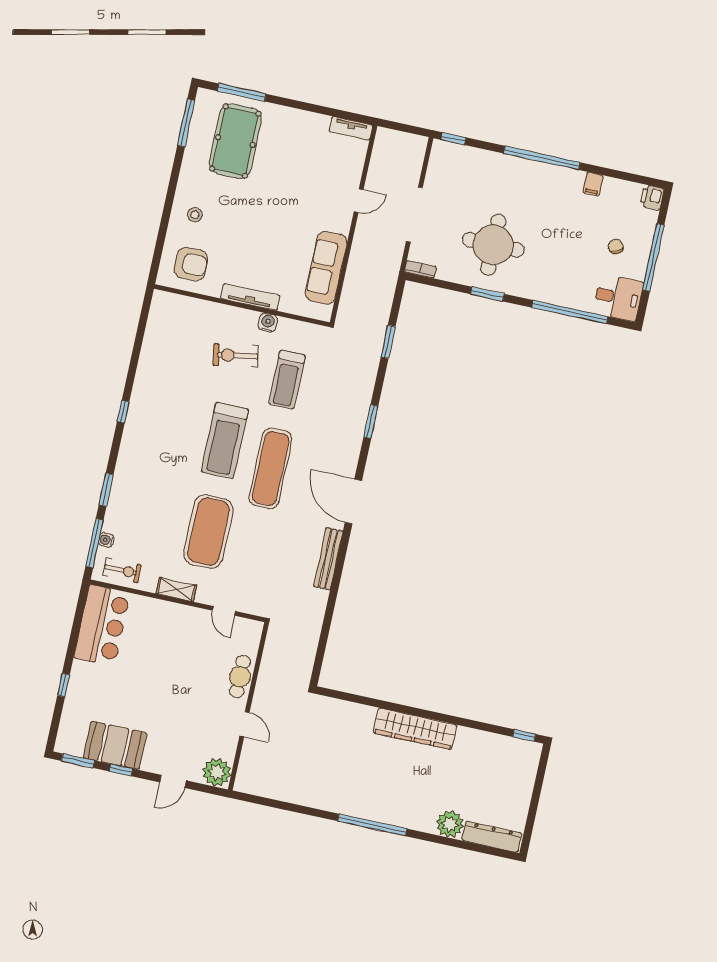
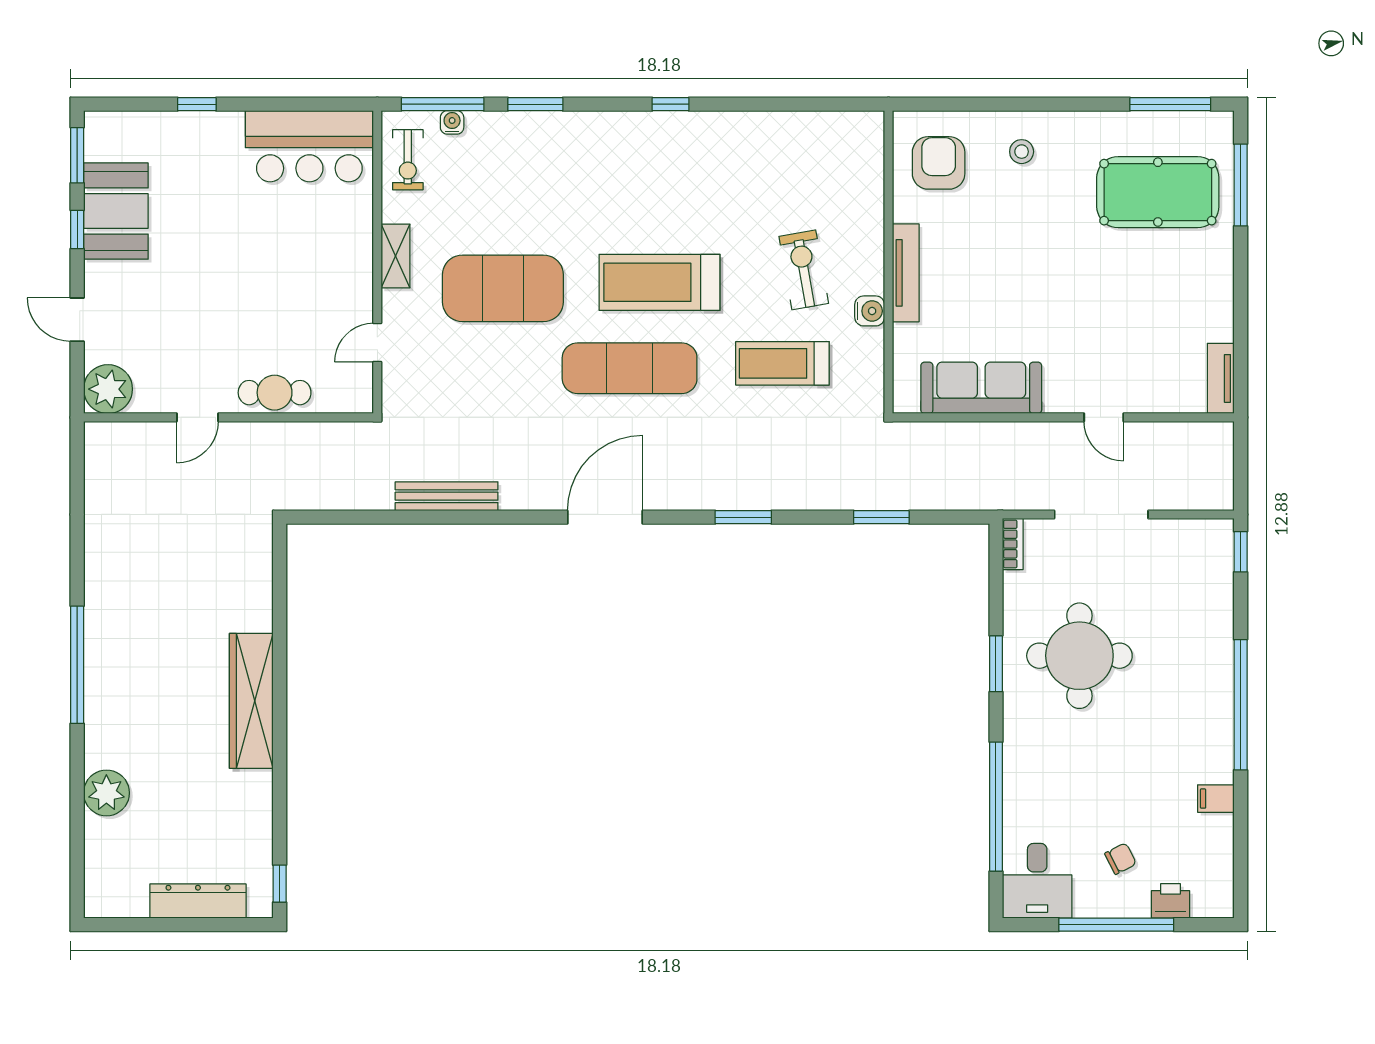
printer: (652, 197) -> (1171, 901), moved
armchair: (191, 264) -> (939, 163), turned 180
bench: (328, 559) -> (447, 496), moved
dresser: (492, 837) -> (198, 901), moved, turned -90

